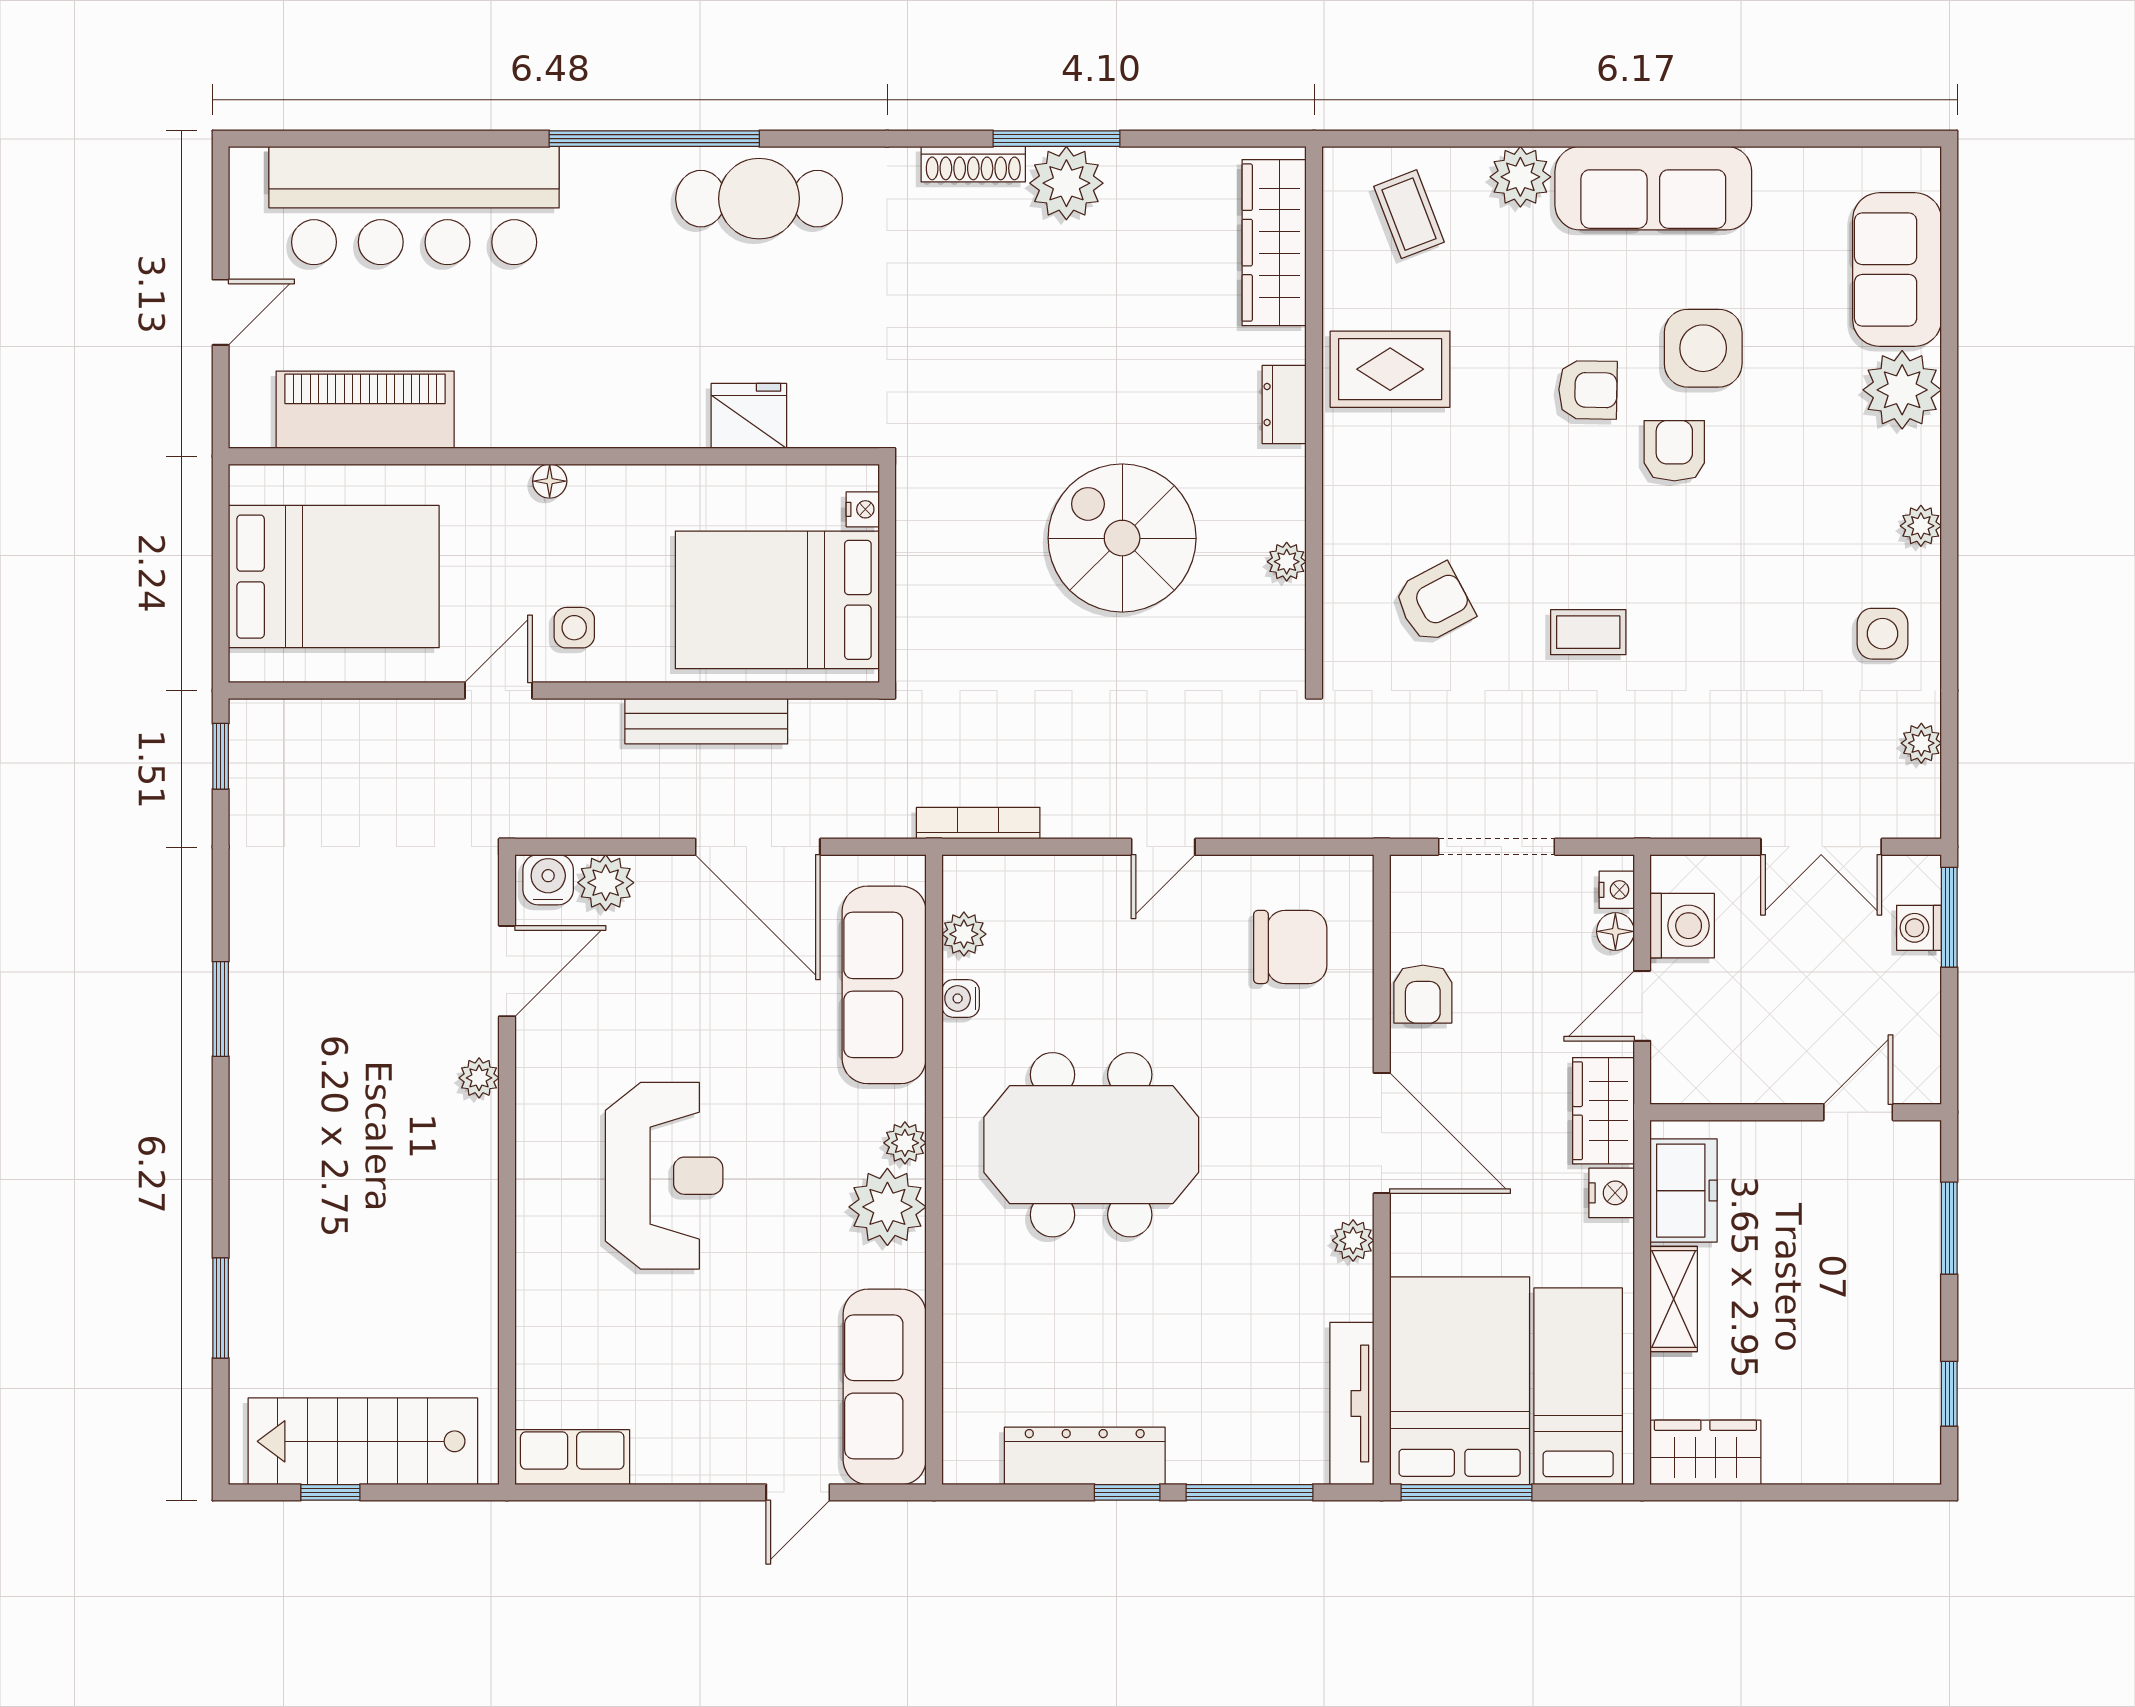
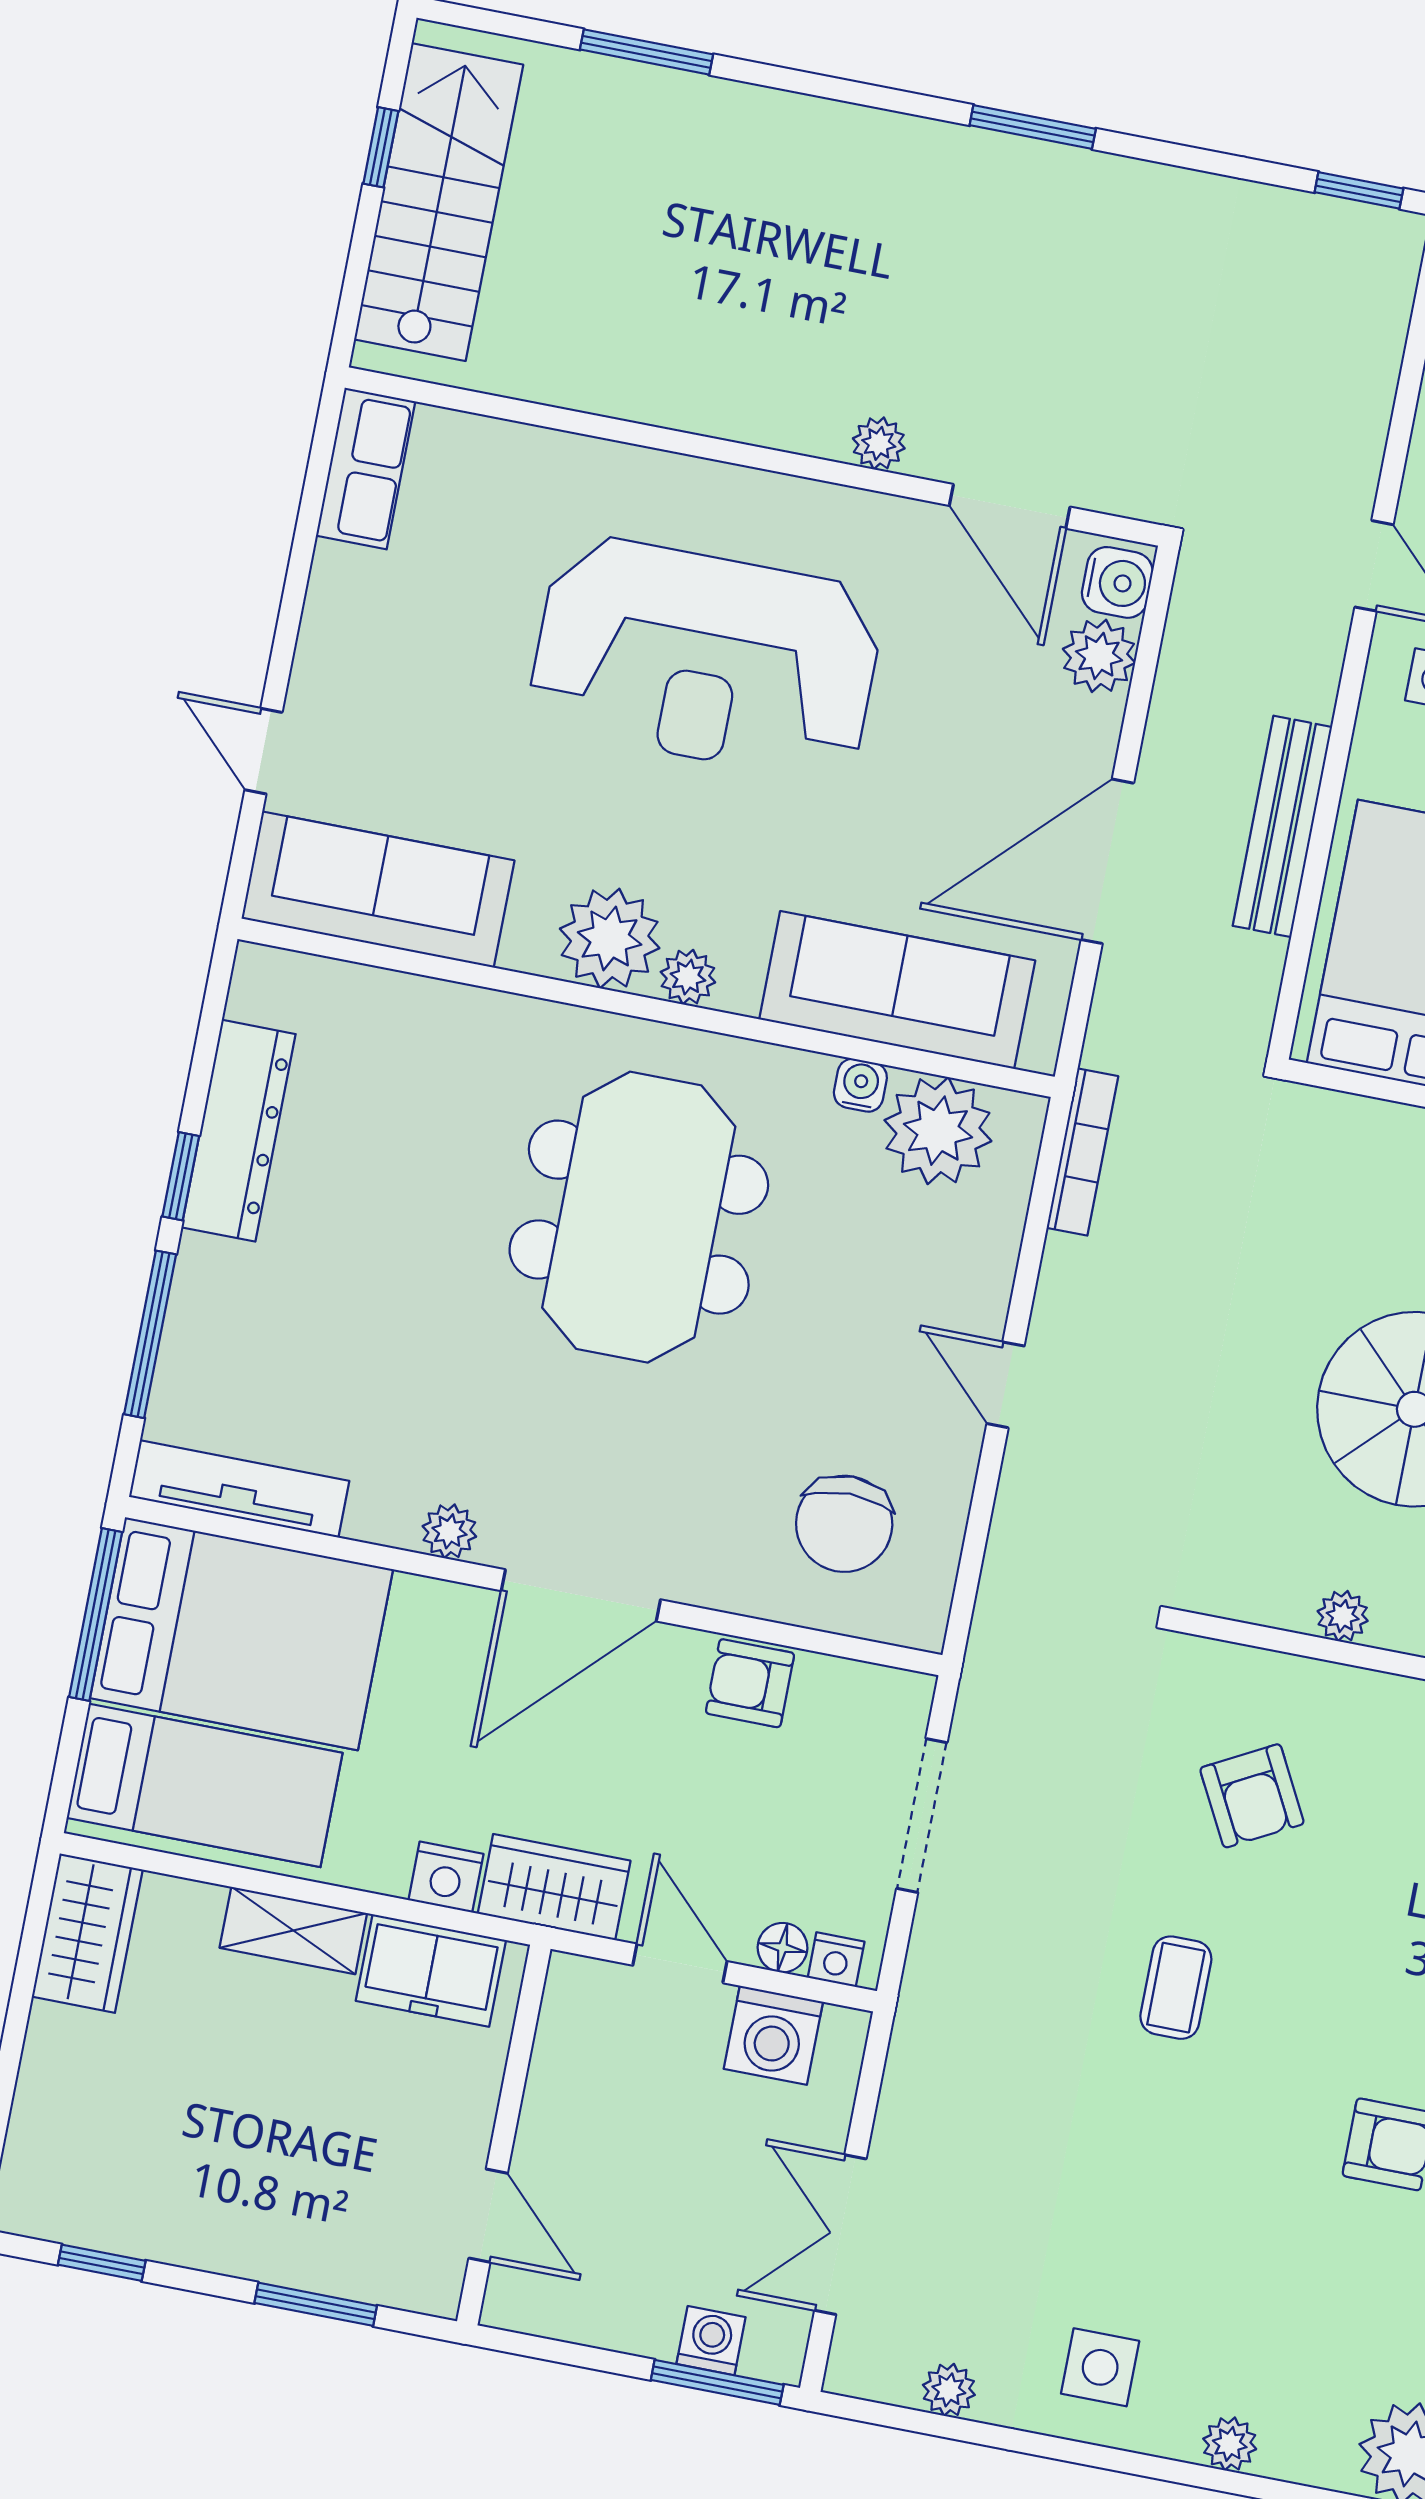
plant: (964, 934) -> (938, 1131), width x1.88, depth x1.88
reception desk: (664, 1176) -> (706, 658), width x1.36, depth x1.30

